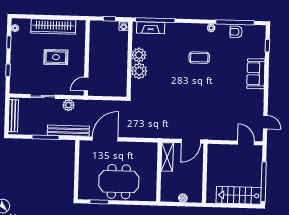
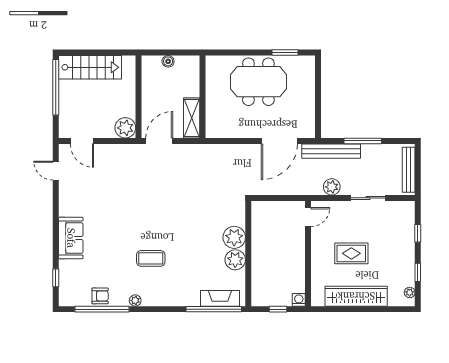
washing machine: (124, 26) -> (299, 300), moved
plant: (215, 151) -> (125, 128), added

